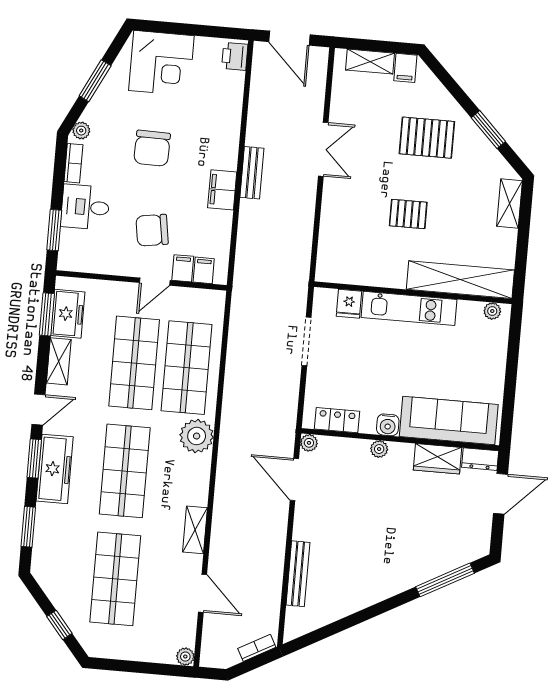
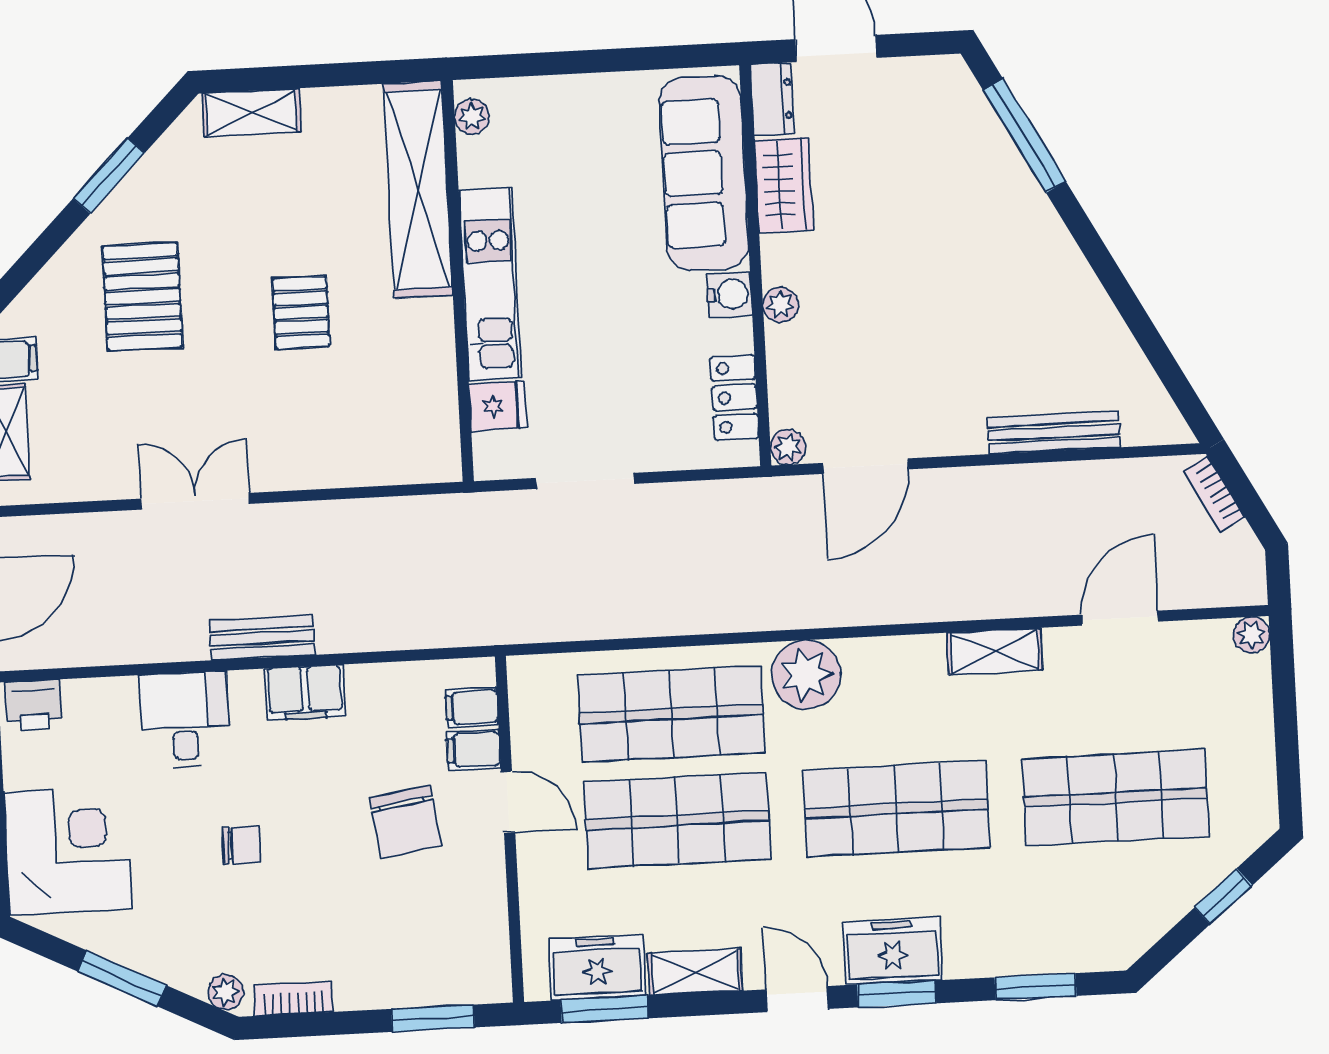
chair: (152, 148) -> (241, 845), width x0.54, depth x0.54
desk: (85, 207) -> (185, 720), moved, turned 180
freezer: (55, 469) -> (892, 951), width x0.71

